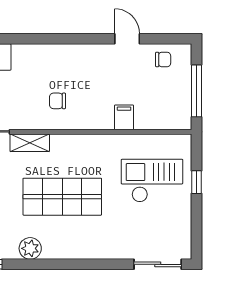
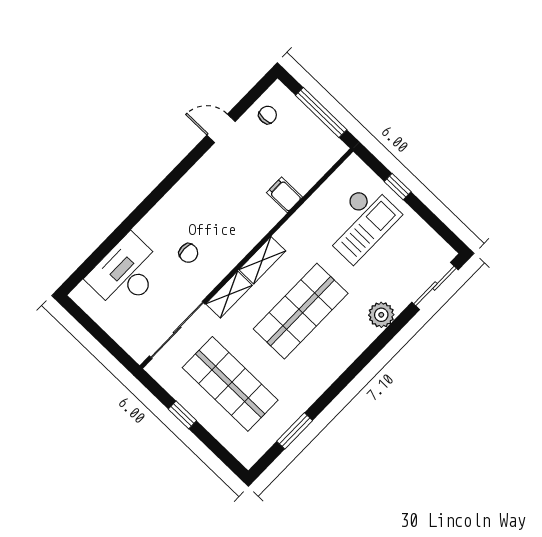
chair: (58, 101) -> (188, 253), moved, turned -90
shelving: (71, 143) -> (262, 260), added
checkout: (152, 181) -> (360, 223), turned 180
plant: (30, 248) -> (381, 315), moved

